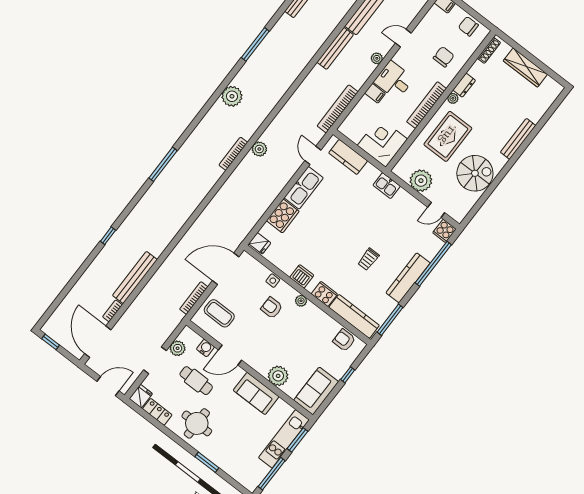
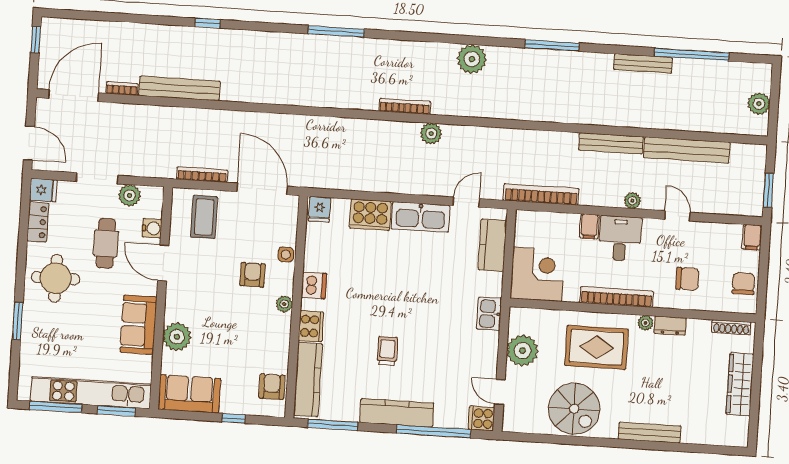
trolley: (368, 259) -> (387, 351), turned 90
kitchen unit: (284, 439) -> (91, 393), width x1.36

